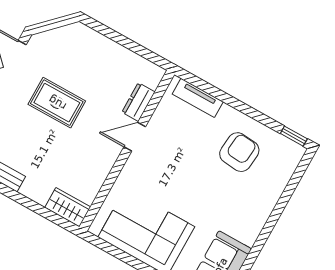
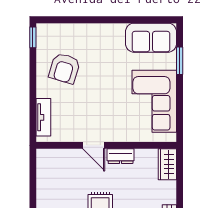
dresser: (138, 102) -> (121, 156), moved
armchair: (239, 152) -> (64, 68), turned -78

